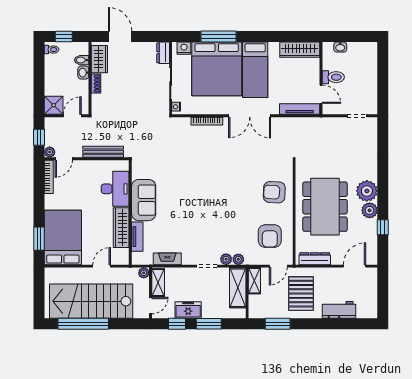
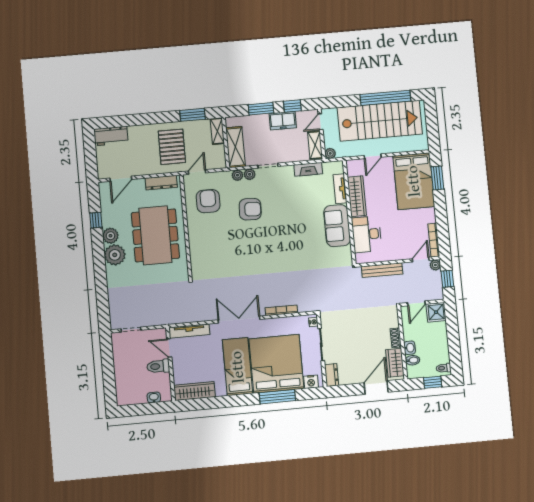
door: (120, 37) -> (376, 388), swing flipped
armchair: (274, 192) -> (250, 209), moved
shelving: (254, 281) -> (217, 131), moved
workbench: (339, 310) -> (111, 136), moved

